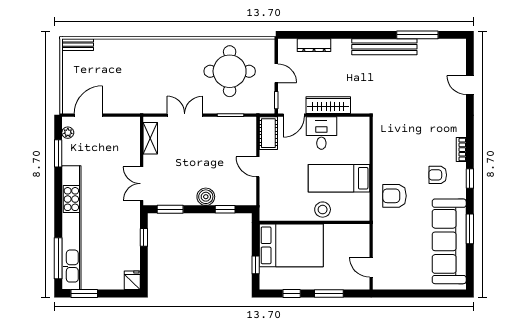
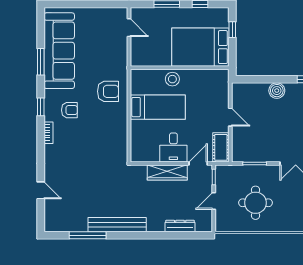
round table: (230, 71) -> (255, 203), width x0.73, depth x0.73
door: (276, 73) -> (214, 201), hinge flipped
window: (225, 209) -> (260, 79), removed

